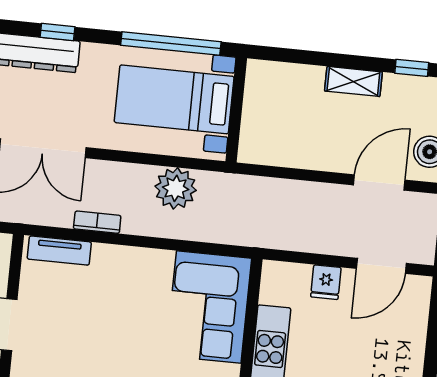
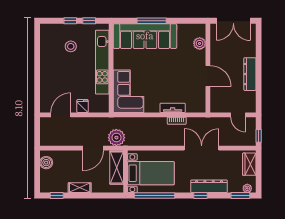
shelving: (257, 122) -> (117, 168), added
door: (379, 182) -> (93, 148), moved
plant: (176, 188) -> (116, 138), moved
tv unit: (59, 251) -> (173, 108), moved

